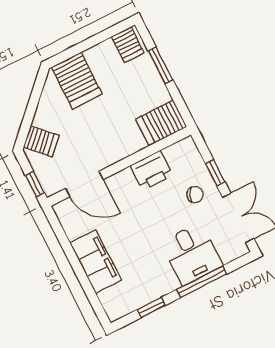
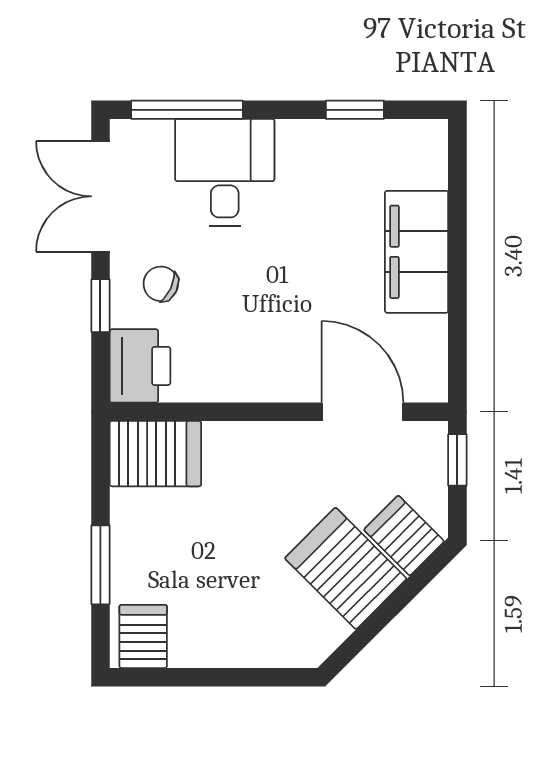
server rack: (77, 81) -> (346, 568), moved, turned -45
printer: (152, 170) -> (140, 366), moved, turned 90
window: (202, 282) -> (187, 110), moved

